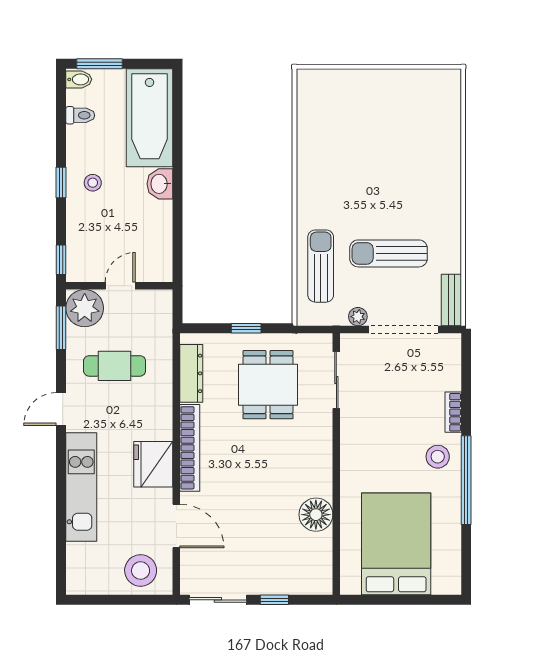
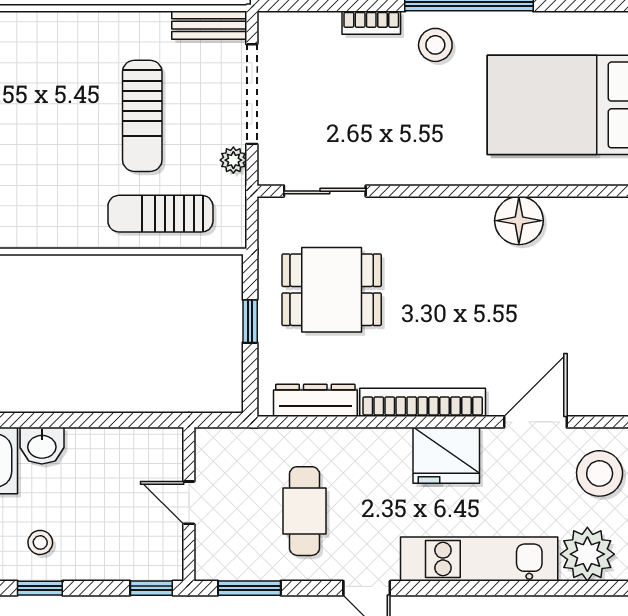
plant: (85, 308) -> (587, 554), moved

